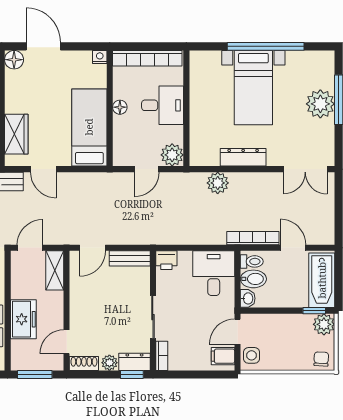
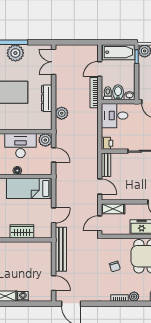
desk: (163, 105) -> (20, 146), width x1.37
wardrobe: (16, 134) -> (22, 231), moved
double door: (305, 169) -> (54, 62), swing flipped
door: (30, 248) -> (100, 223), hinge flipped

